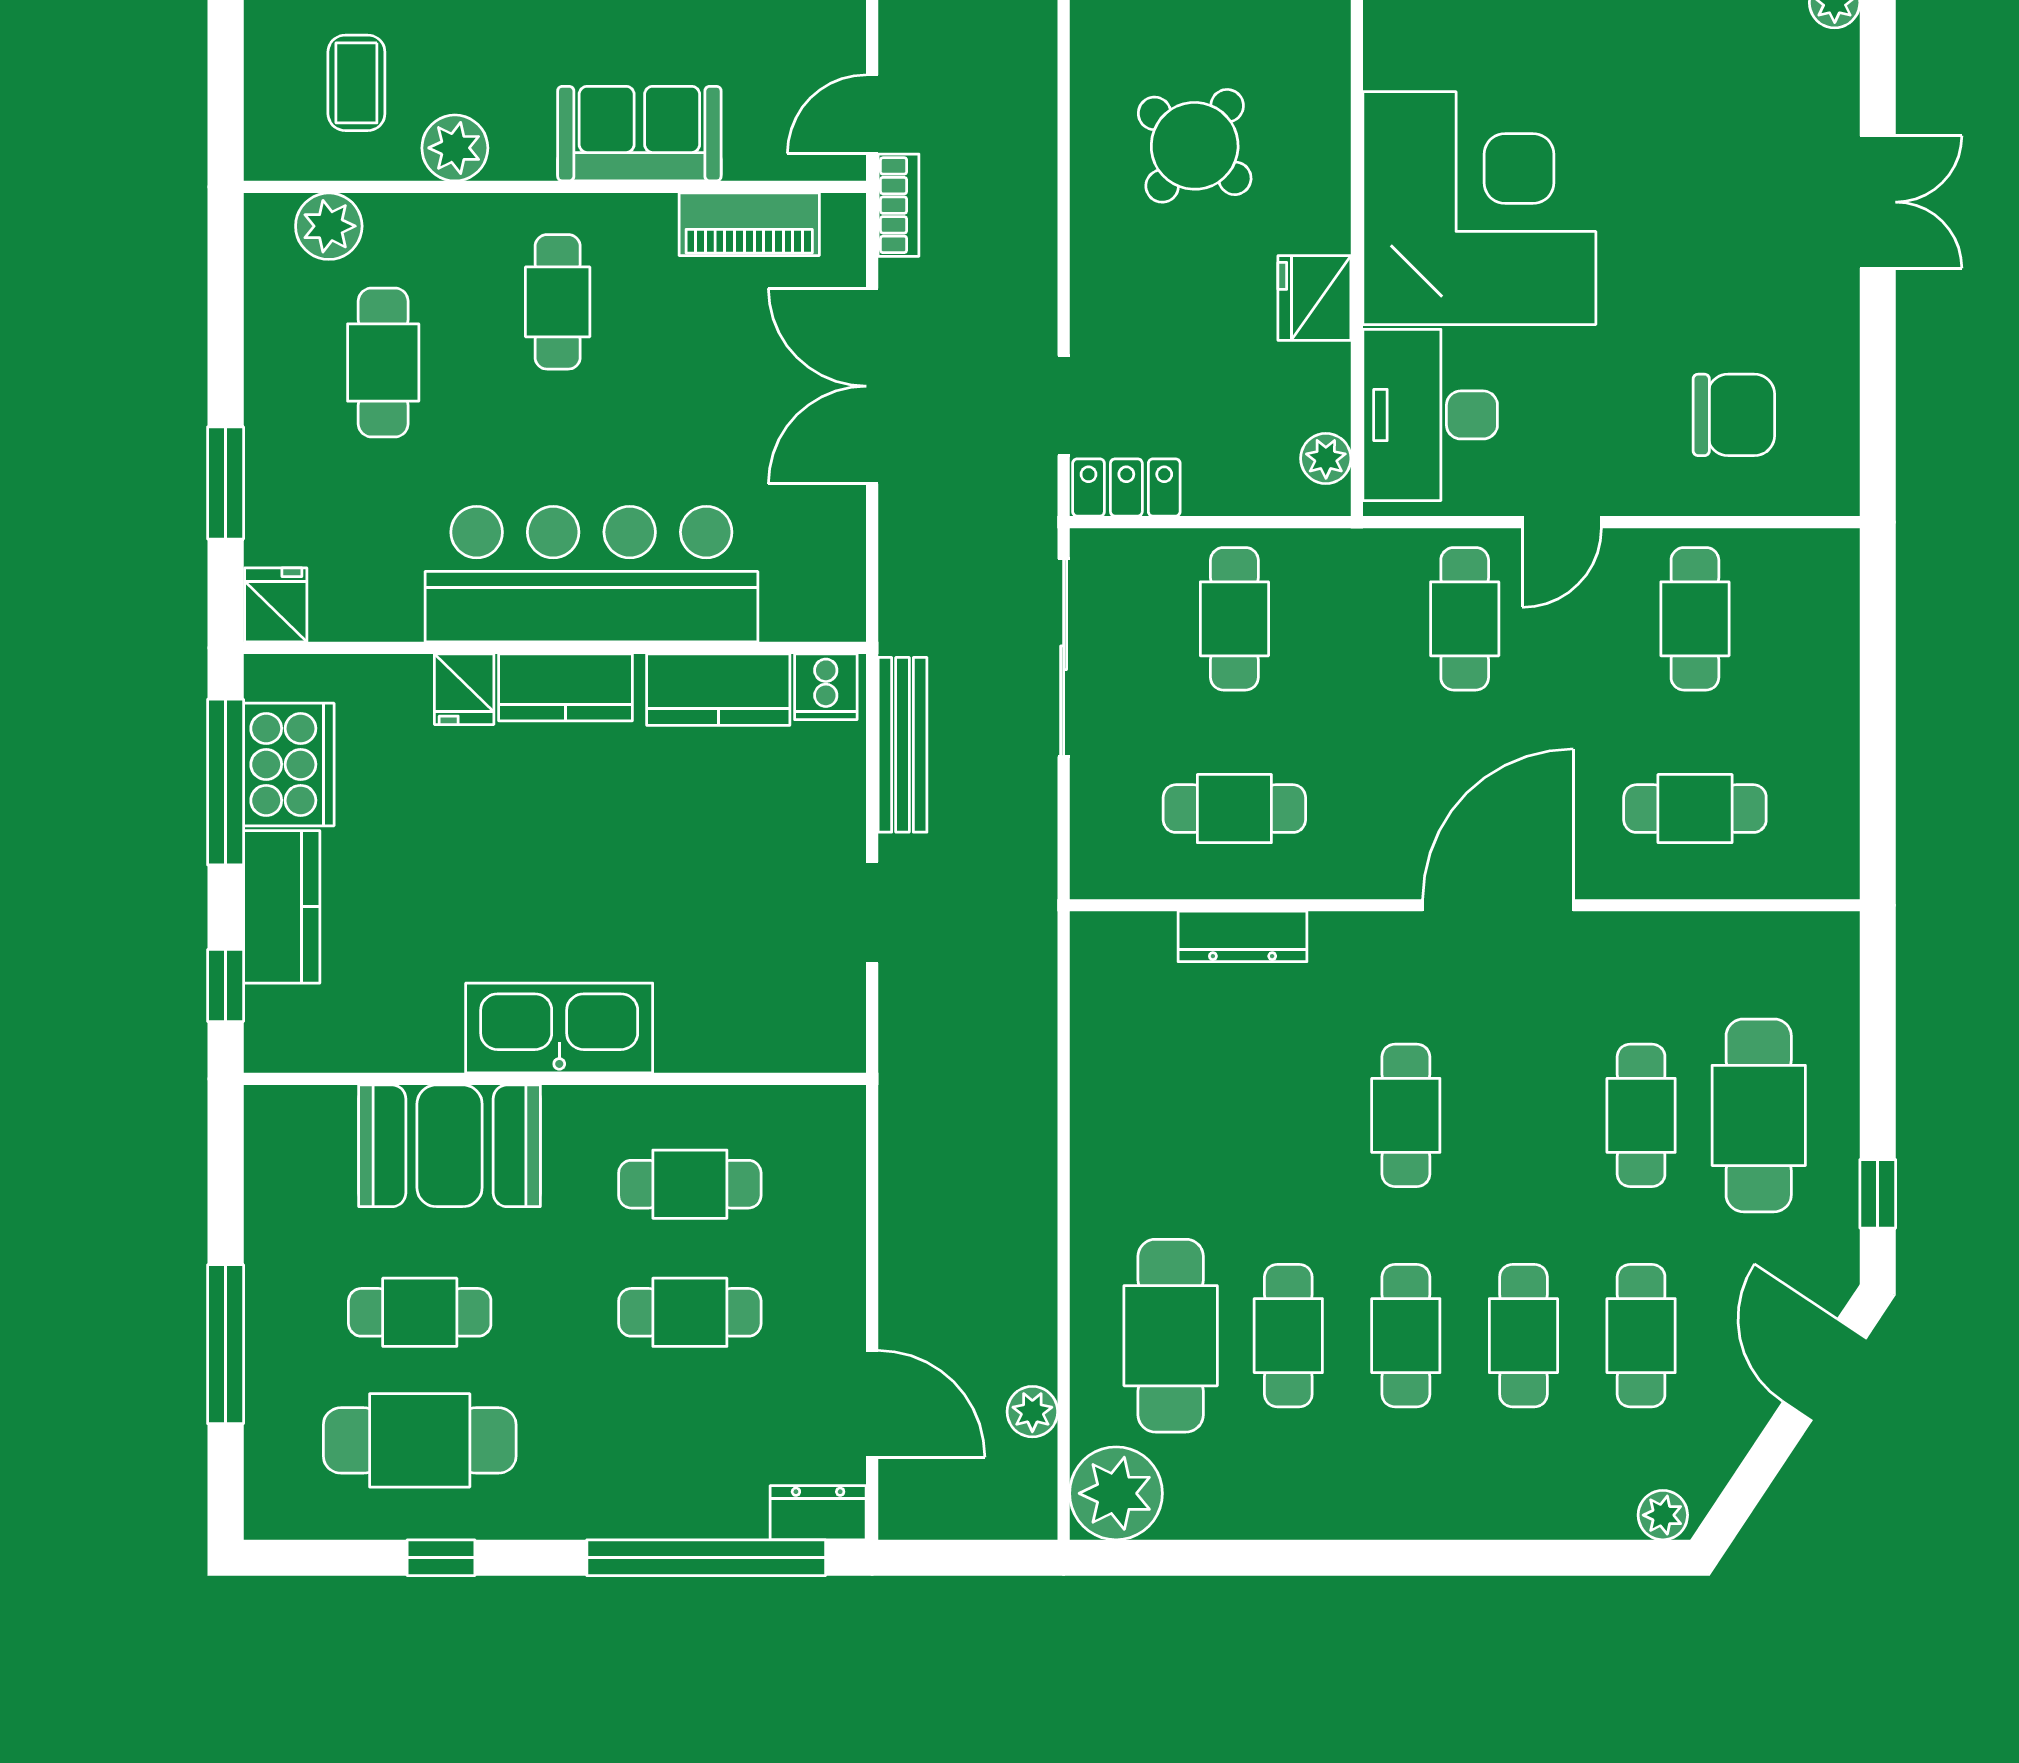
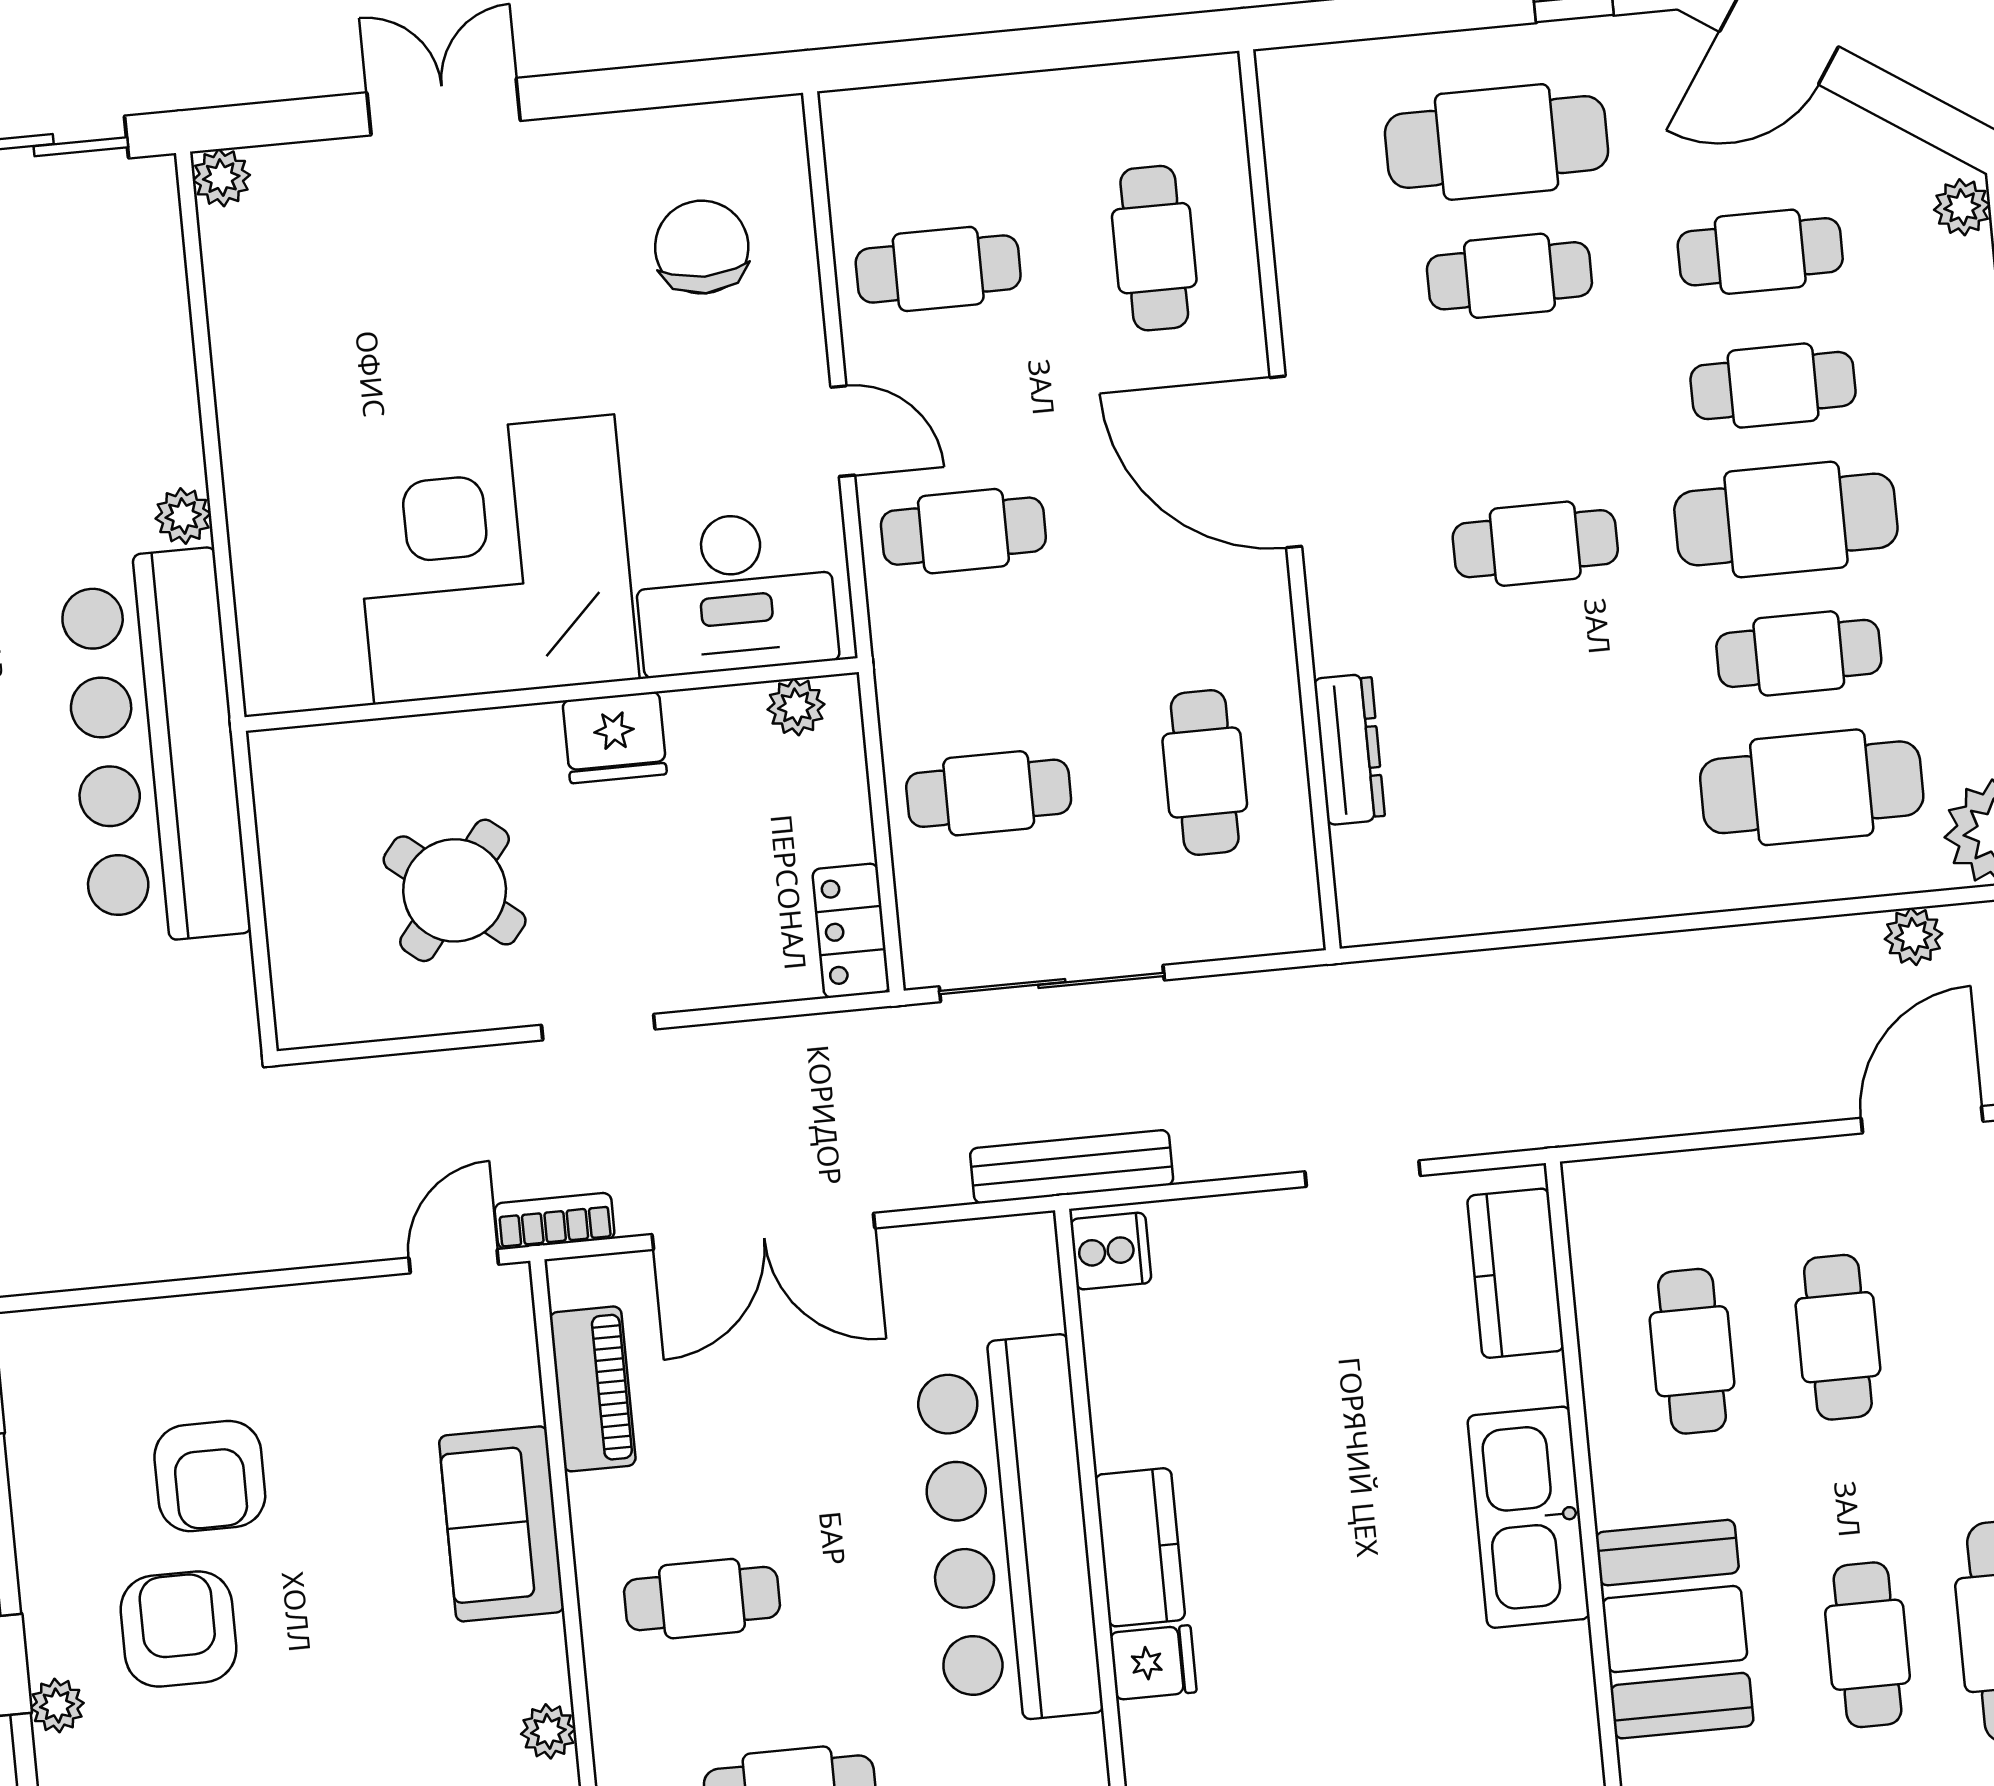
door: (872, 114) -> (454, 1261), swing flipped
plant: (455, 148) -> (548, 1731), width x0.73, depth x0.73
doorway: (1064, 405) -> (598, 1027), moved
kitchen counter: (718, 690) -> (1515, 1273), moved, turned 180
bench: (902, 745) -> (1072, 1167), moved
cafe table: (1406, 1336) -> (1786, 519), width x1.37, depth x1.35

